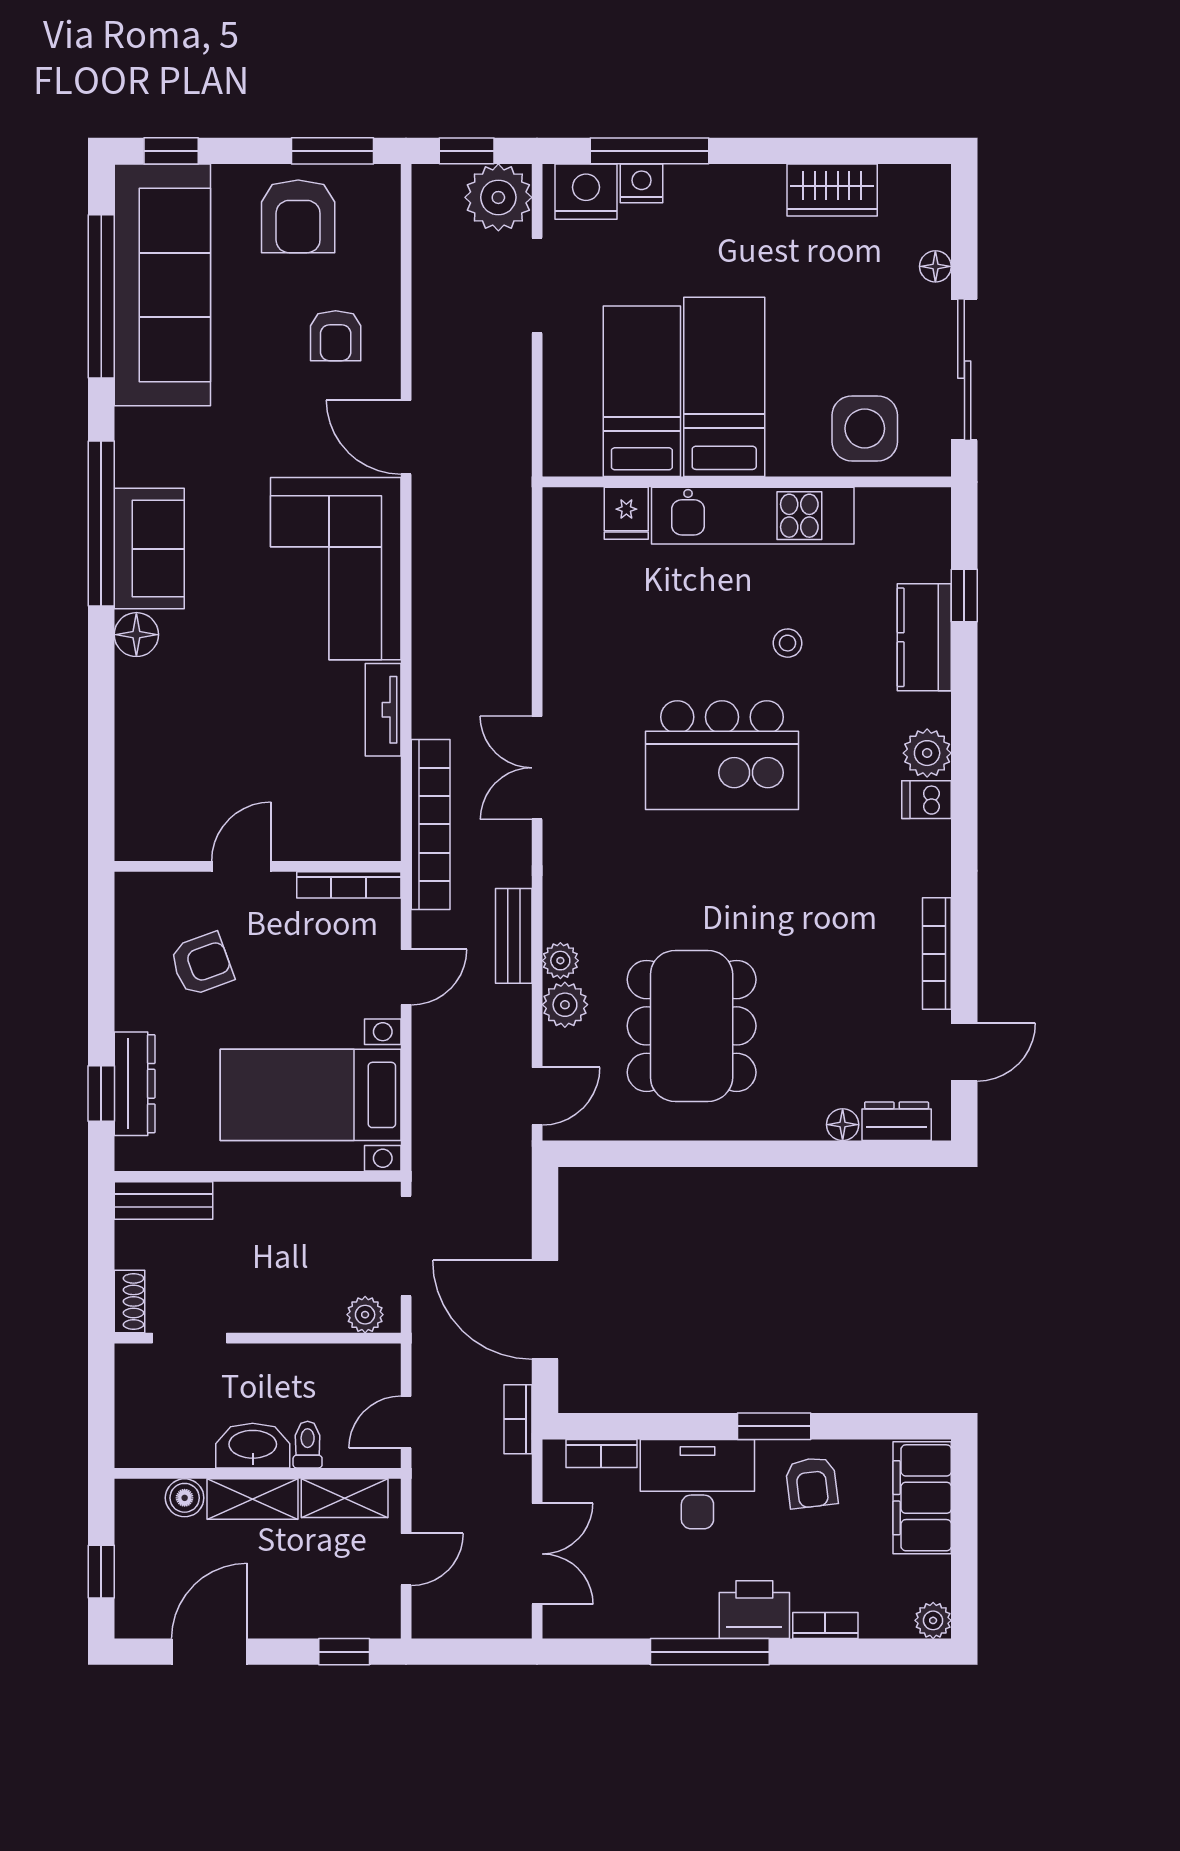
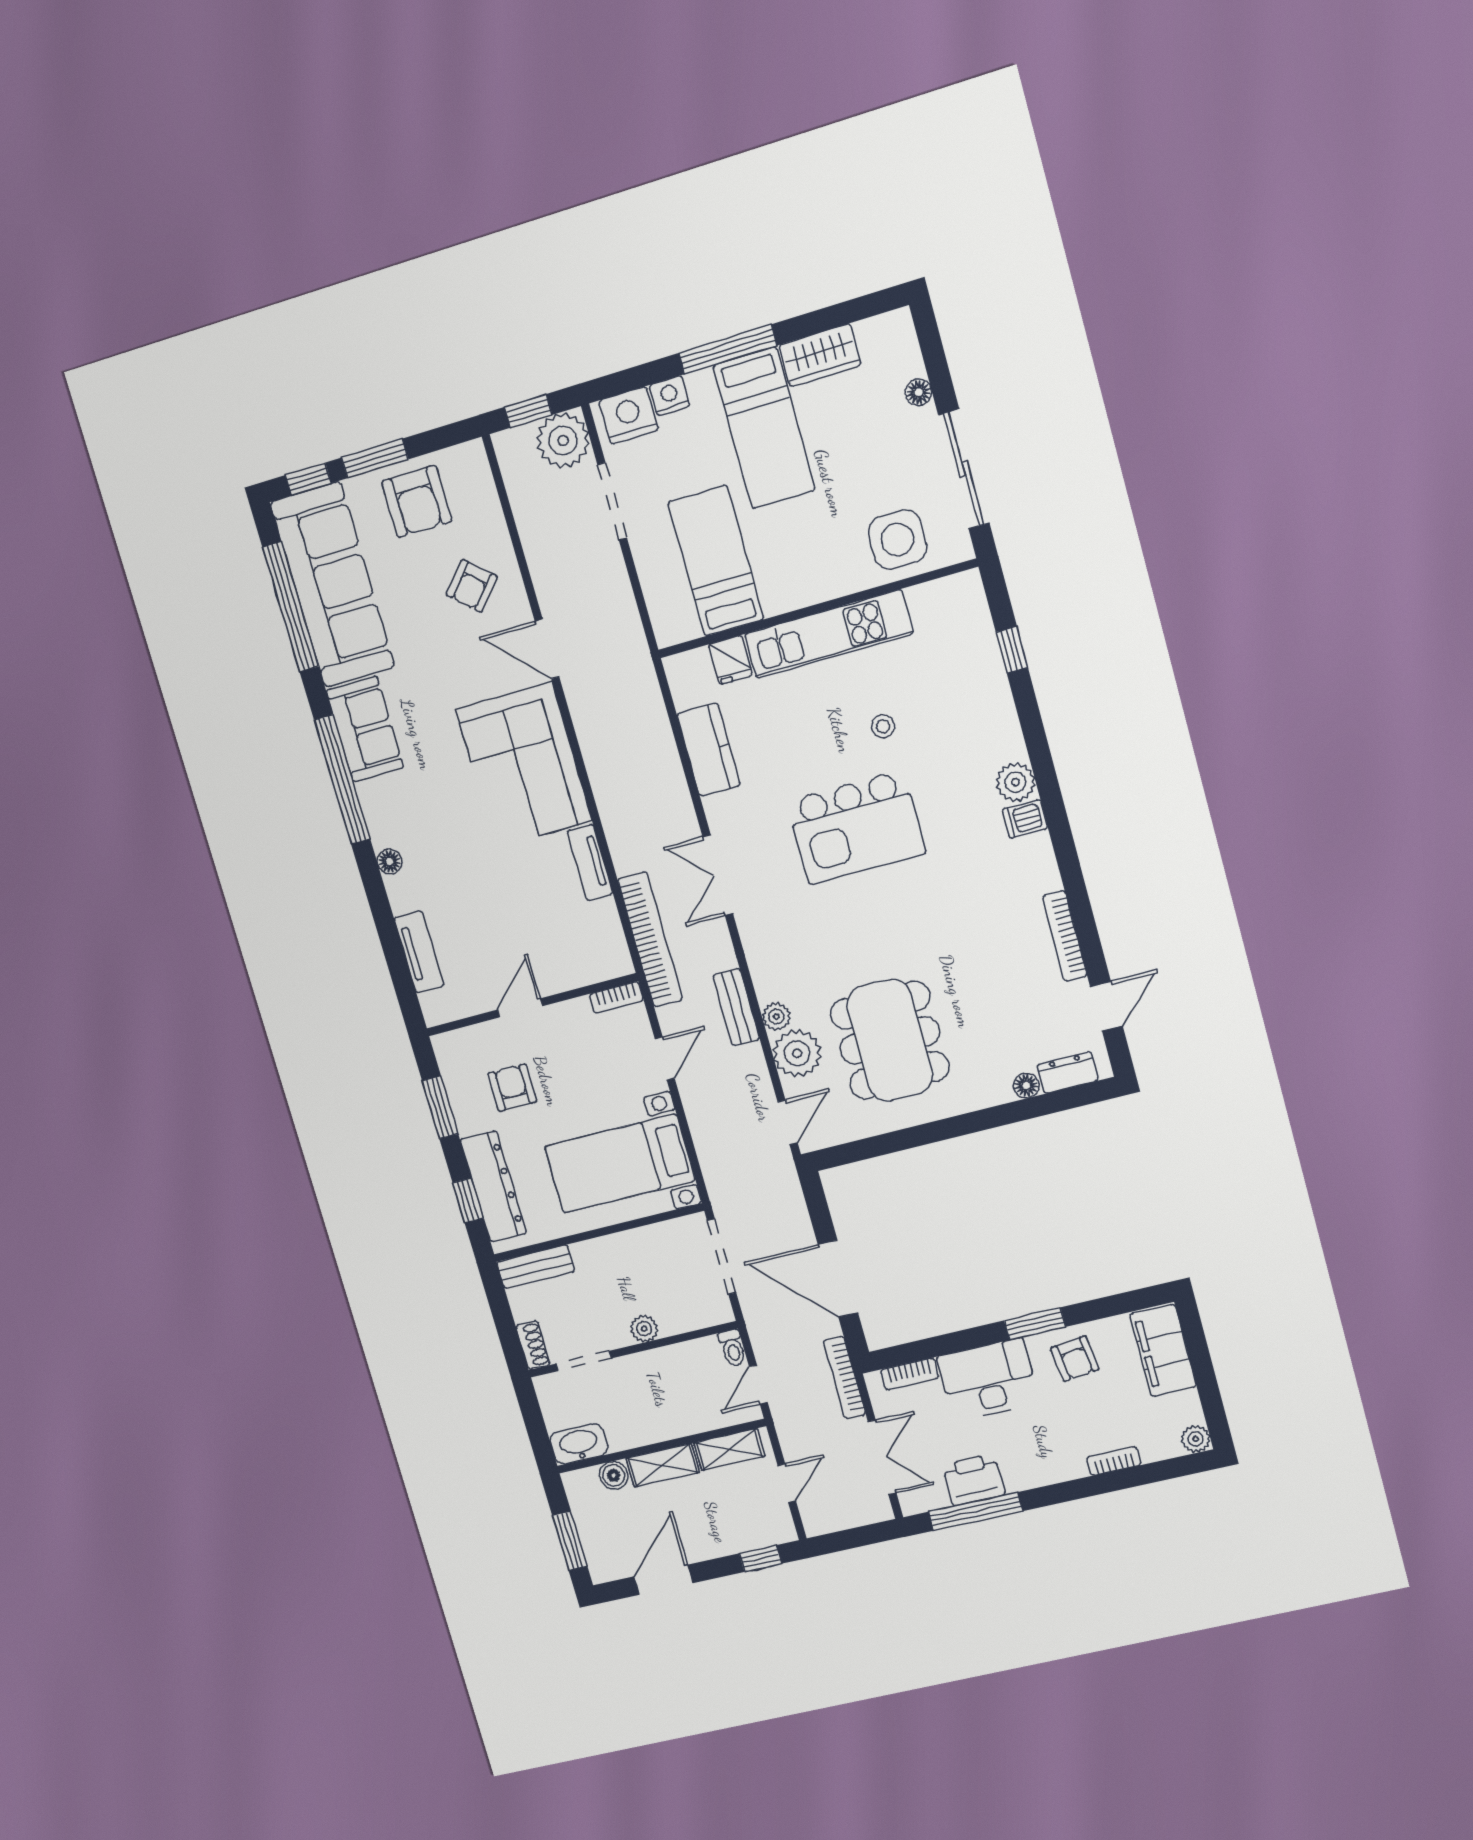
window: (333, 151) -> (375, 458), moved
window: (649, 151) -> (728, 349), moved
armchair: (336, 336) -> (472, 586), turned 42
bed: (724, 387) -> (764, 428), moved, turned 180
sofa: (149, 549) -> (365, 729), moved
floor lamp: (136, 635) -> (390, 862), width x0.73, depth x0.73
kitchen counter: (924, 637) -> (709, 750), moved, turned 180
tv unit: (134, 763) -> (419, 952), added
bookcase: (349, 885) -> (616, 997), width x0.64
armchair: (202, 964) -> (512, 1088), turned -70
window: (101, 965) -> (440, 1107), added
plant: (565, 1005) -> (797, 1053), width x1.36, depth x1.36
dresser: (135, 1084) -> (493, 1186), width x1.37, depth x1.24
plant: (365, 1315) -> (644, 1329), moved
bookcase: (518, 1419) -> (844, 1377), width x1.56
toilet: (308, 1445) -> (732, 1348), moved, turned 180
washbasin: (253, 1446) -> (579, 1444), moved
window: (101, 1572) -> (570, 1541), width x1.50
printer: (754, 1610) -> (973, 1480), moved
window: (710, 1652) -> (976, 1511), moved

